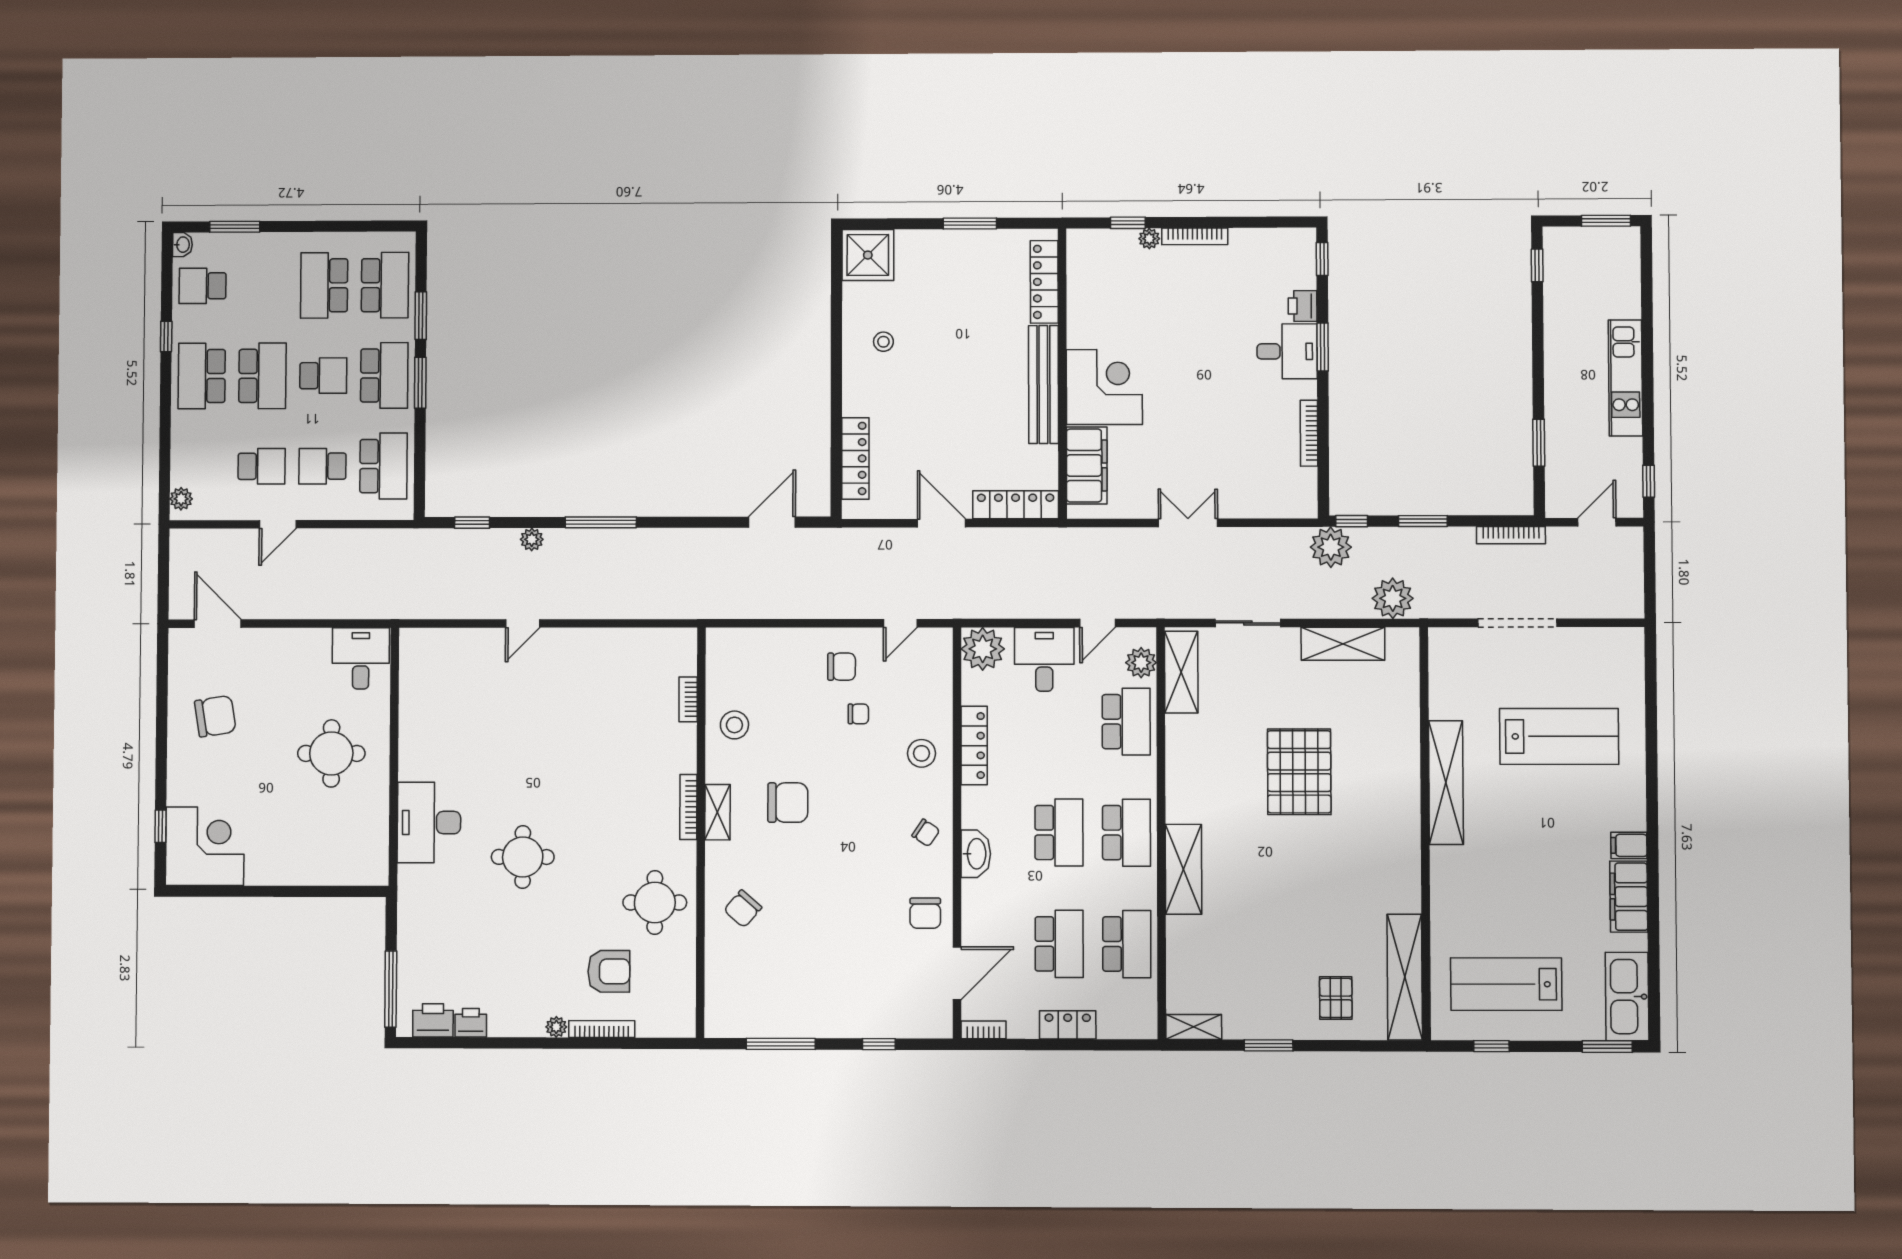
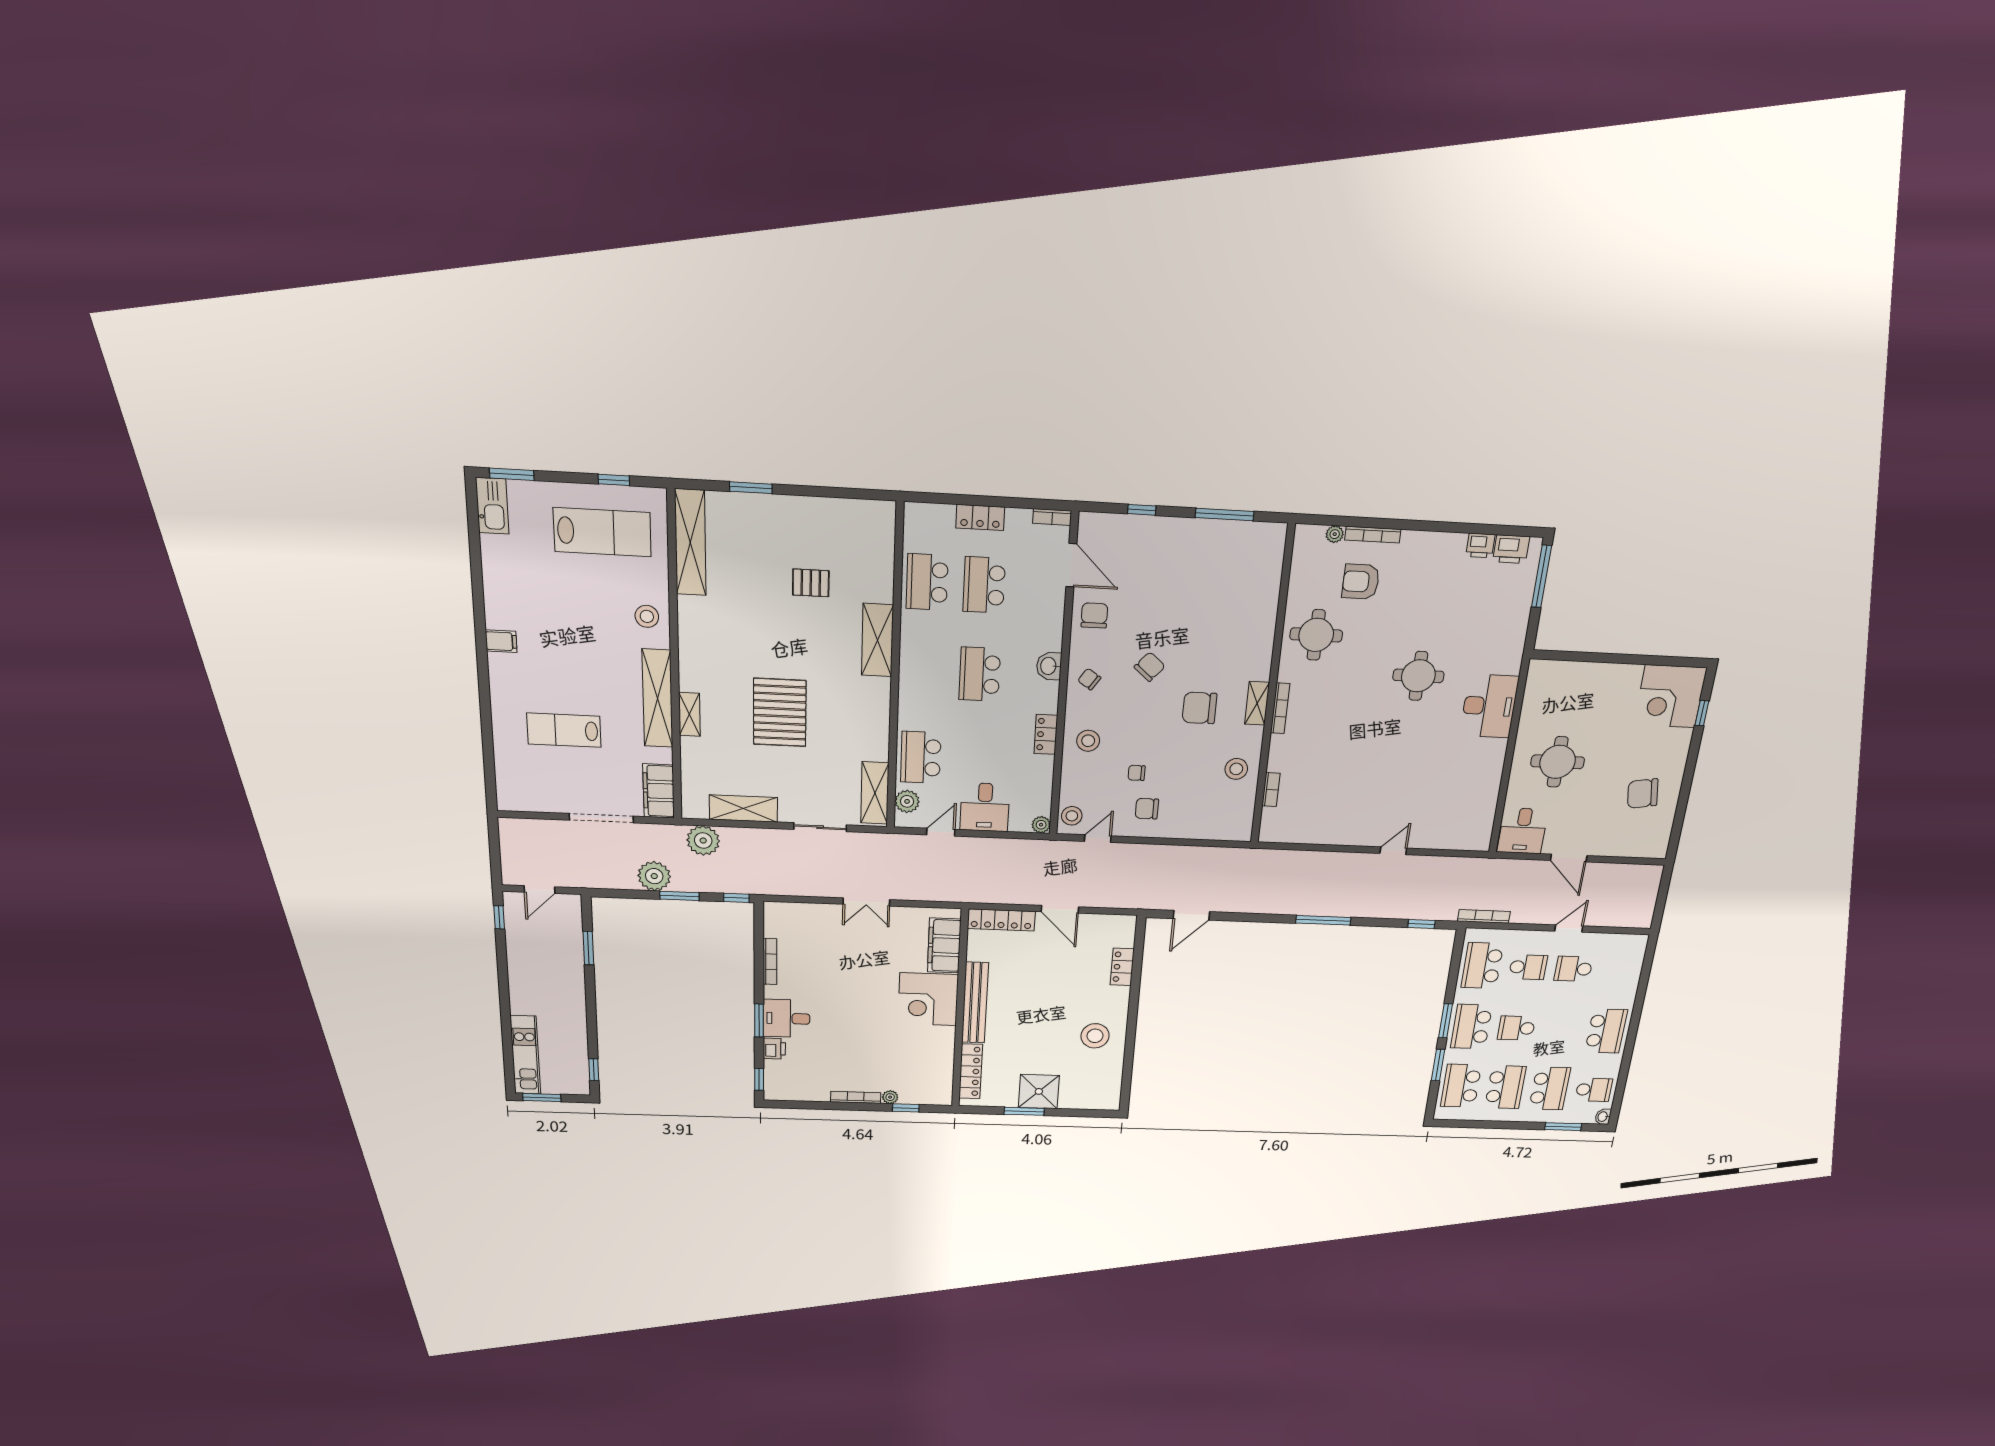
shower: (868, 255) -> (1039, 1091), moved
window: (166, 336) -> (1627, 1058), removed
stool: (883, 342) -> (1095, 1036), width x1.89, depth x1.89
school desk: (262, 376) -> (1550, 1088), moved, turned 180
kitchen unit: (1625, 378) -> (525, 1055), moved
locker: (855, 458) -> (1122, 967), width x0.66
plant: (181, 499) -> (1638, 949), removed
bookcase: (1511, 535) -> (1484, 916), moved
plant: (532, 539) -> (1378, 910), removed
plant: (1331, 547) -> (654, 876), moved
door: (218, 624) -> (1569, 858), moved
plant: (983, 649) -> (1041, 825), width x0.53, depth x0.53
stool: (935, 653) -> (1072, 816), added
lab bench: (1559, 736) -> (564, 730), width x0.73, depth x0.72
locker: (974, 746) -> (1046, 734), width x0.66
school desk: (1126, 833) -> (924, 671), removed
washbasin: (976, 854) -> (1049, 666), width x0.72
stool: (1457, 885) -> (647, 616), added
filing cabinet: (1629, 897) -> (659, 791), moved, turned 180
chair: (743, 909) -> (1150, 667), moved
door: (957, 973) -> (1071, 565), swing flipped
kitchen sink: (1627, 997) -> (492, 506), width x0.73, depth x0.81
pallet: (1336, 998) -> (811, 583), moved, turned 90
plant: (556, 1027) -> (1335, 534), moved
shelving: (1194, 1027) -> (689, 714), moved, turned 90
window: (1269, 1045) -> (751, 488), moved

